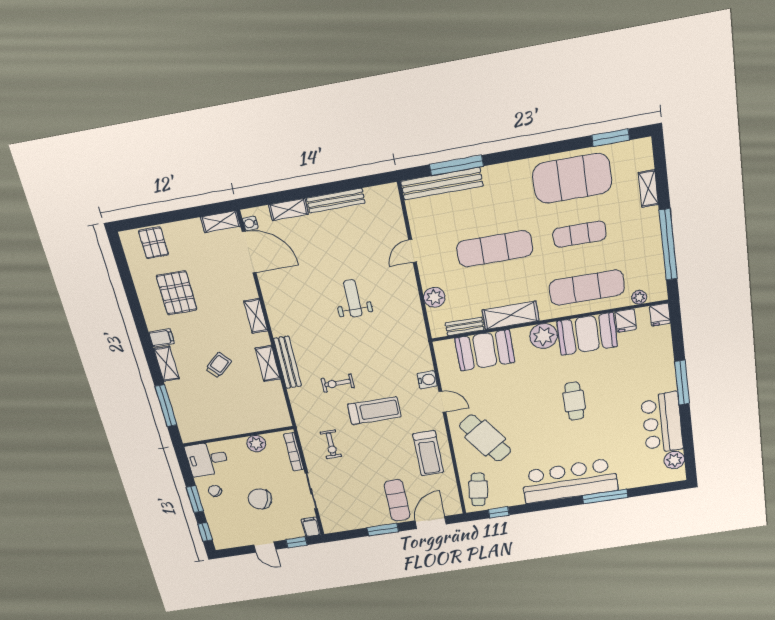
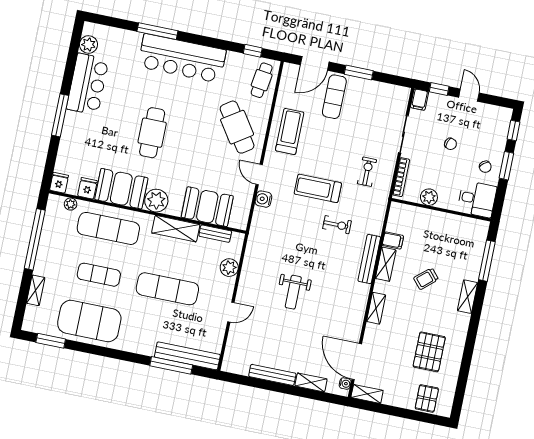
filing cabinet: (162, 338) -> (393, 241), moved, turned 180
cafe table: (574, 401) -> (152, 133), width x1.37, depth x1.35
chair: (260, 499) -> (450, 144), width x0.54, depth x0.54

